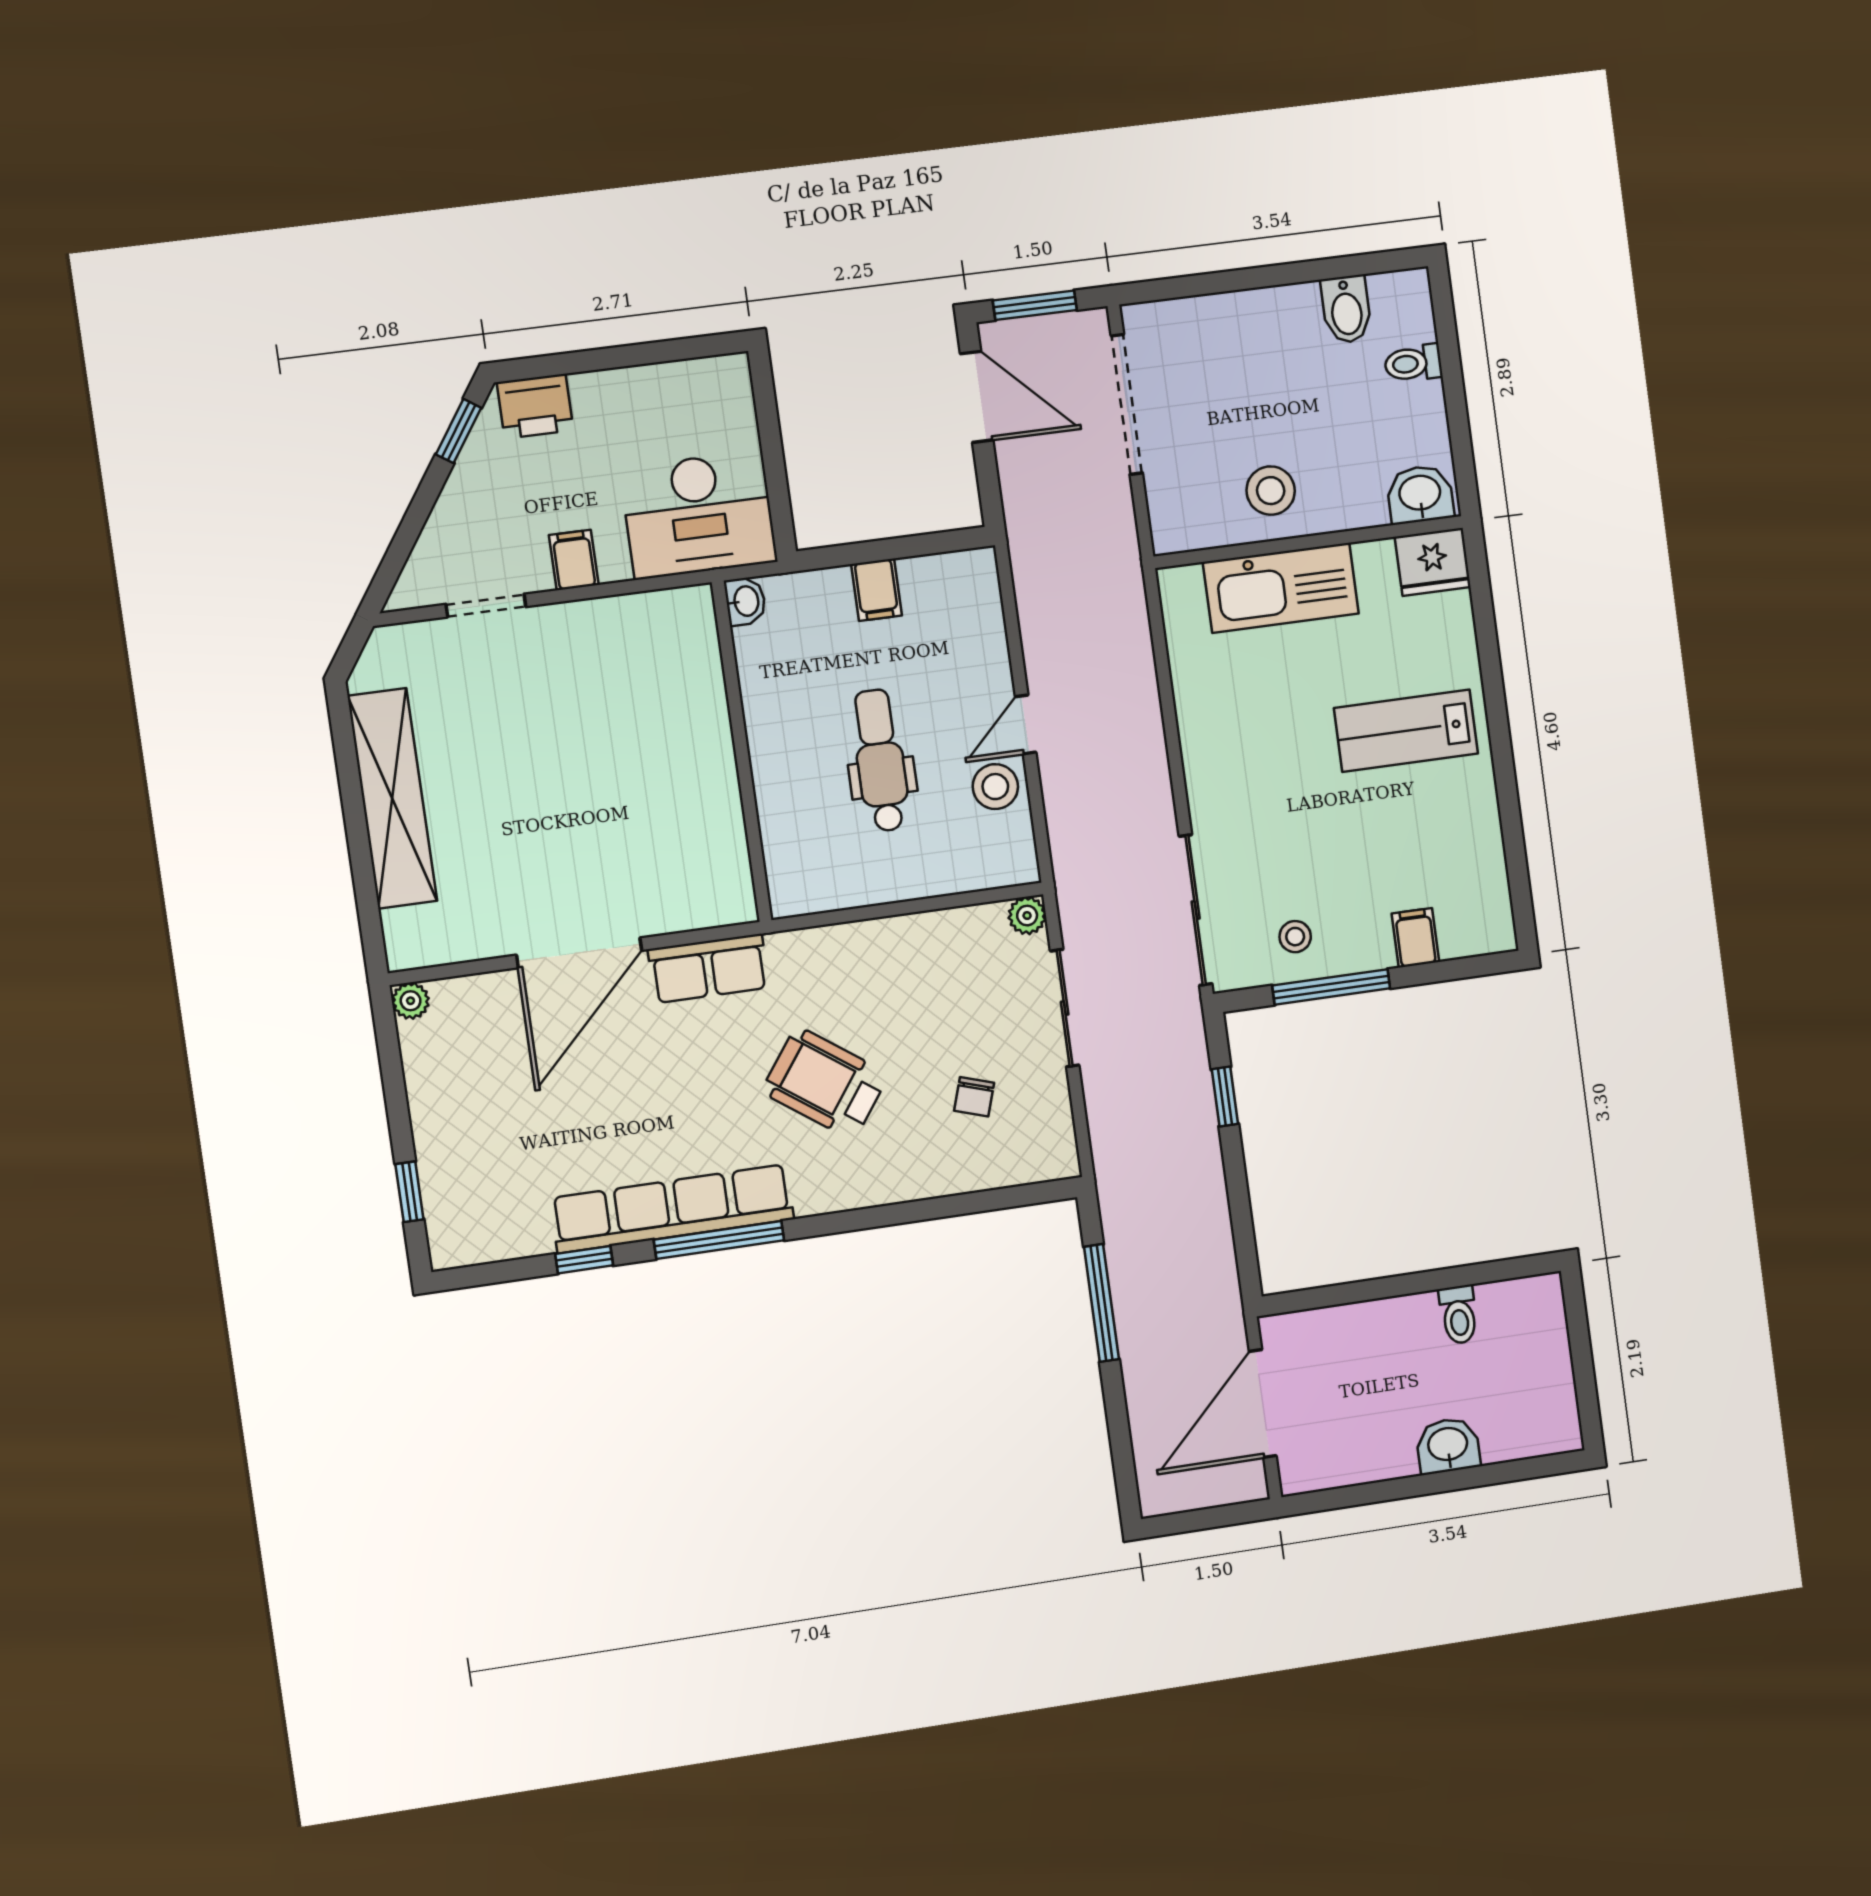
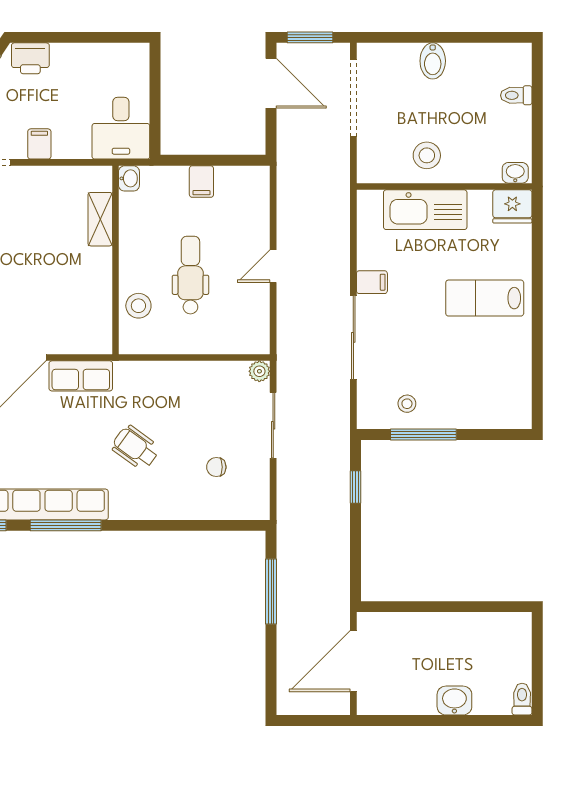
bidet: (1346, 309) -> (433, 61), moved
washbasin: (1420, 494) -> (515, 173), width x0.72, depth x0.69
desk: (698, 515) -> (121, 128), width x0.73
shelving: (704, 682) -> (100, 219), added
stool: (995, 787) -> (138, 306), moved
sliding door: (1196, 910) -> (353, 337), moved
filing cabinet: (1415, 938) -> (372, 282), moved, turned 90
wheelchair: (825, 1083) -> (136, 448), width x0.73, depth x0.73
chair: (974, 1097) -> (216, 467), turned 72
toilet: (1459, 1315) -> (522, 699), moved, turned 180

